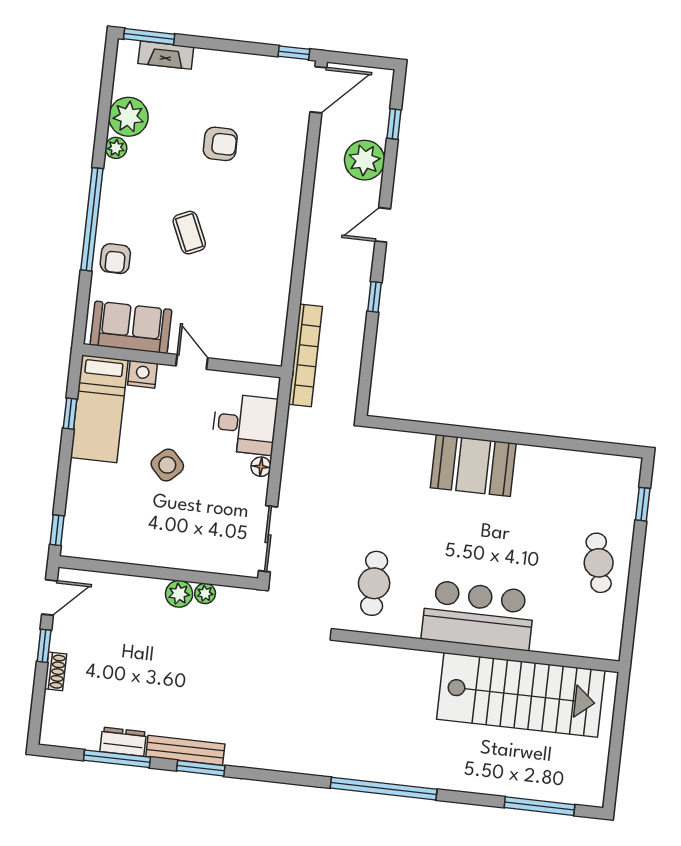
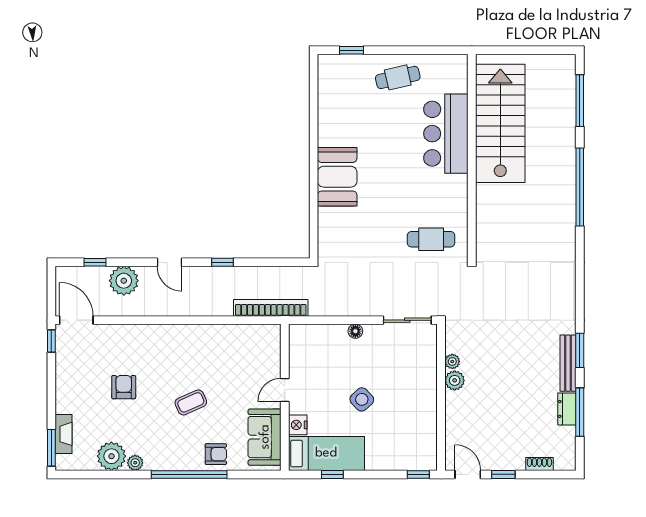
desk: (245, 424) -> (326, 347), removed
bar counter: (478, 615) -> (446, 134), moved
shoe rack: (56, 671) -> (539, 464), moved
window: (384, 789) -> (580, 187), moved

